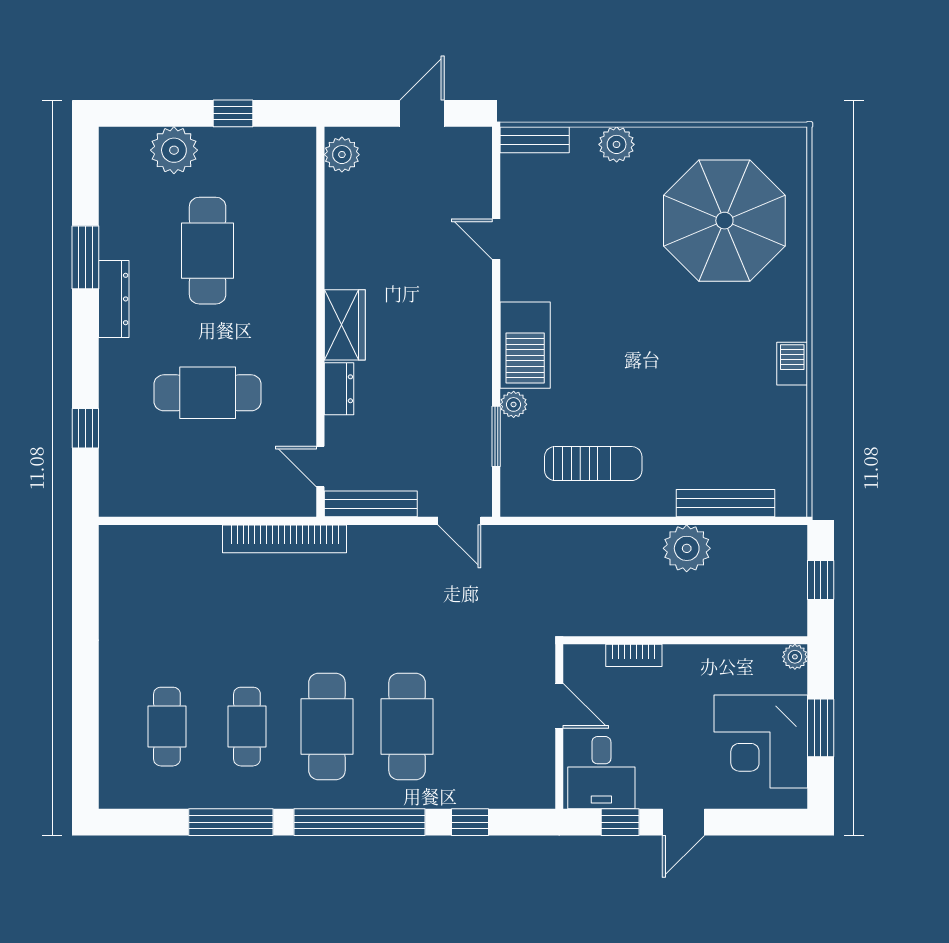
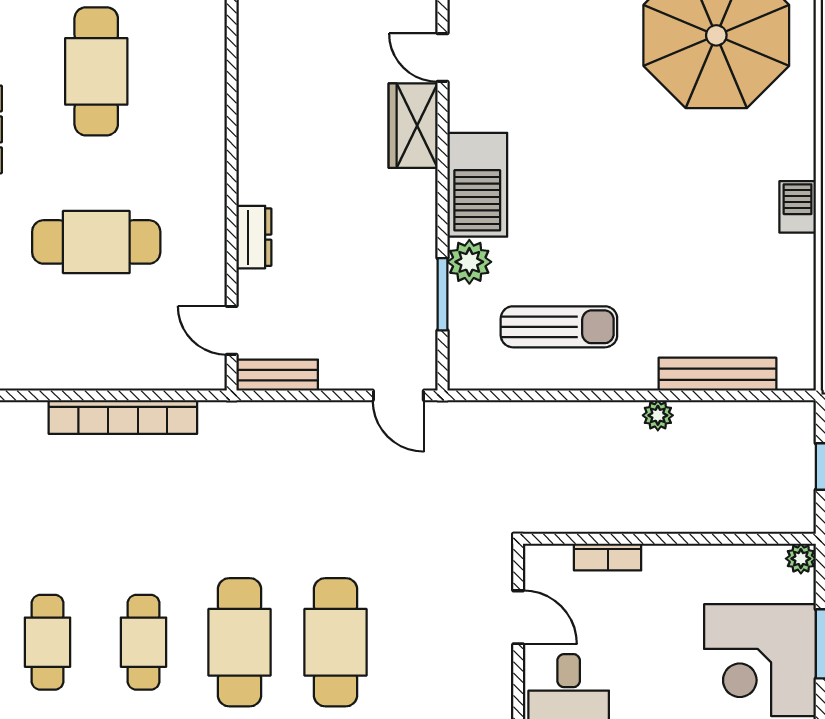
wardrobe: (345, 325) -> (413, 126), moved, turned 180
plant: (514, 404) -> (469, 262), width x1.38, depth x1.38
bench: (371, 504) -> (277, 375), width x0.73
bookcase: (285, 539) -> (123, 417), moved
plant: (687, 548) -> (658, 415), width x0.53, depth x0.53

